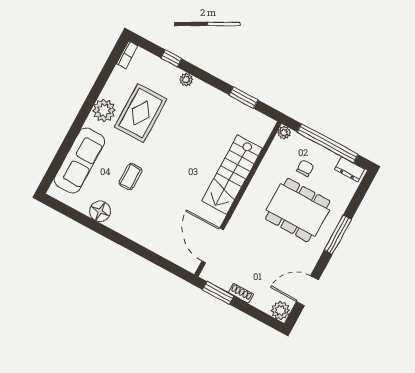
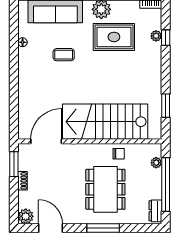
plant: (186, 80) -> (156, 36), moved
plant: (284, 133) -> (156, 163), moved
chair: (305, 168) -> (119, 154), moved
stairs: (232, 175) -> (105, 122), width x1.36, depth x1.51
floor lamp: (100, 211) -> (23, 42), width x0.53, depth x0.53

